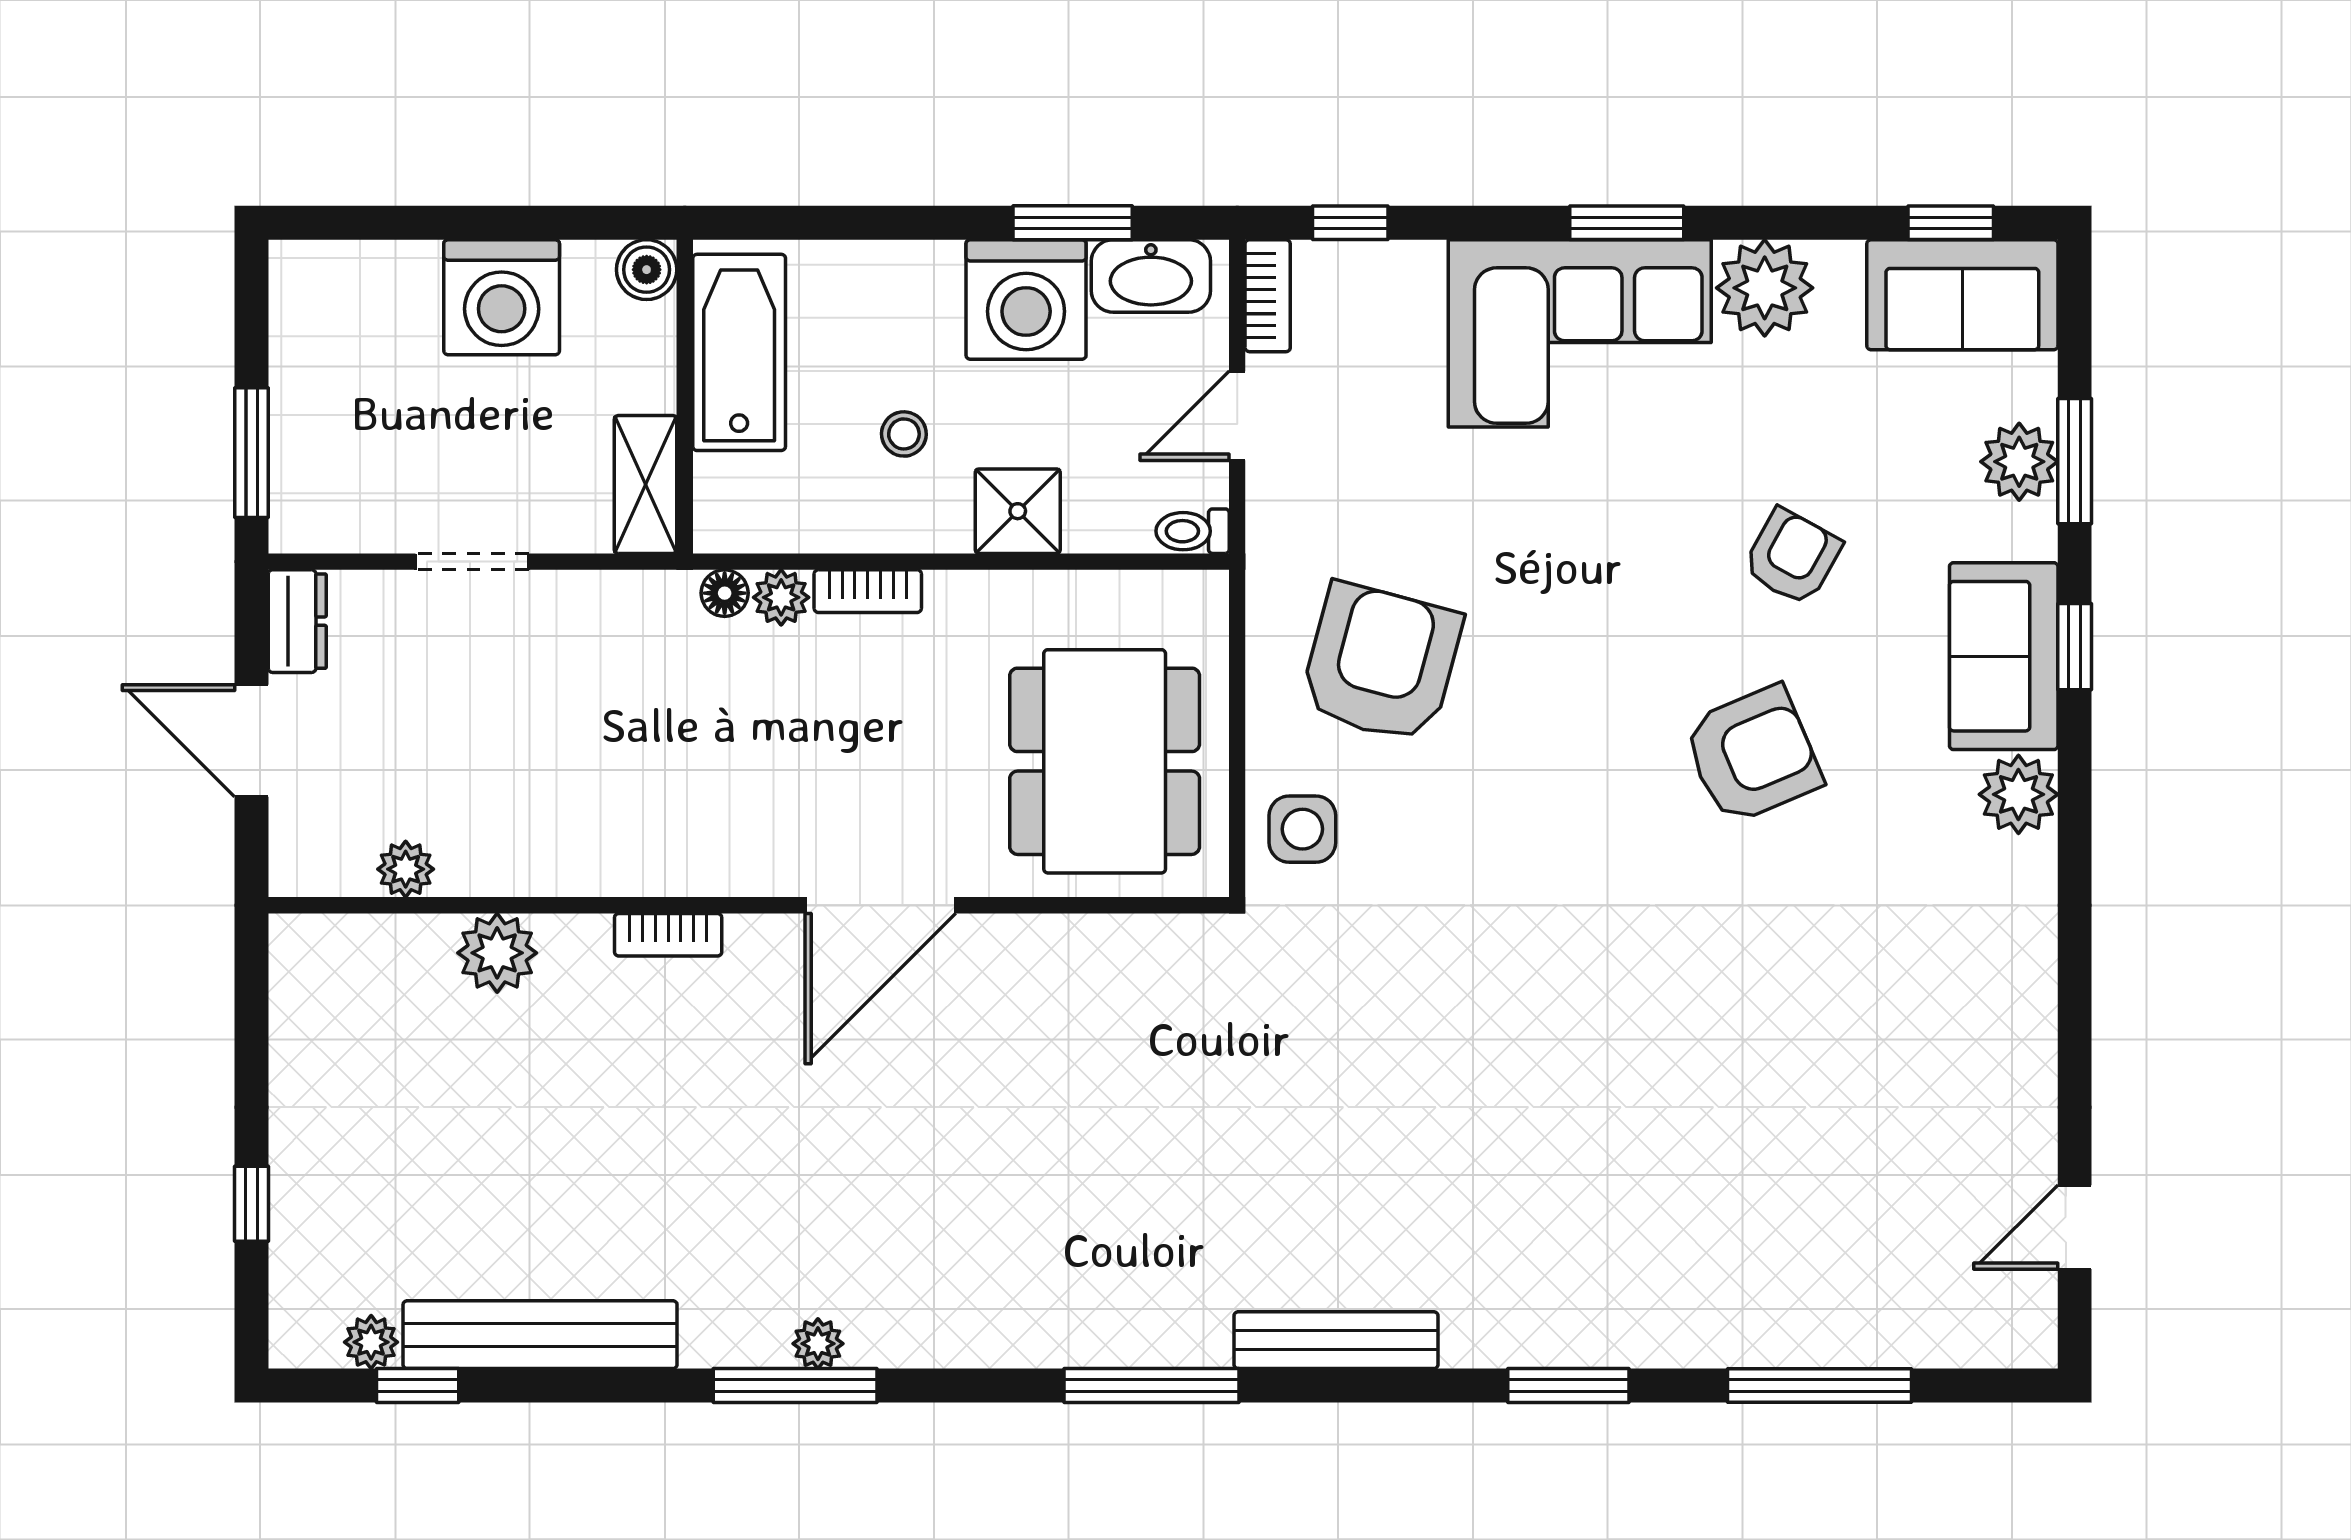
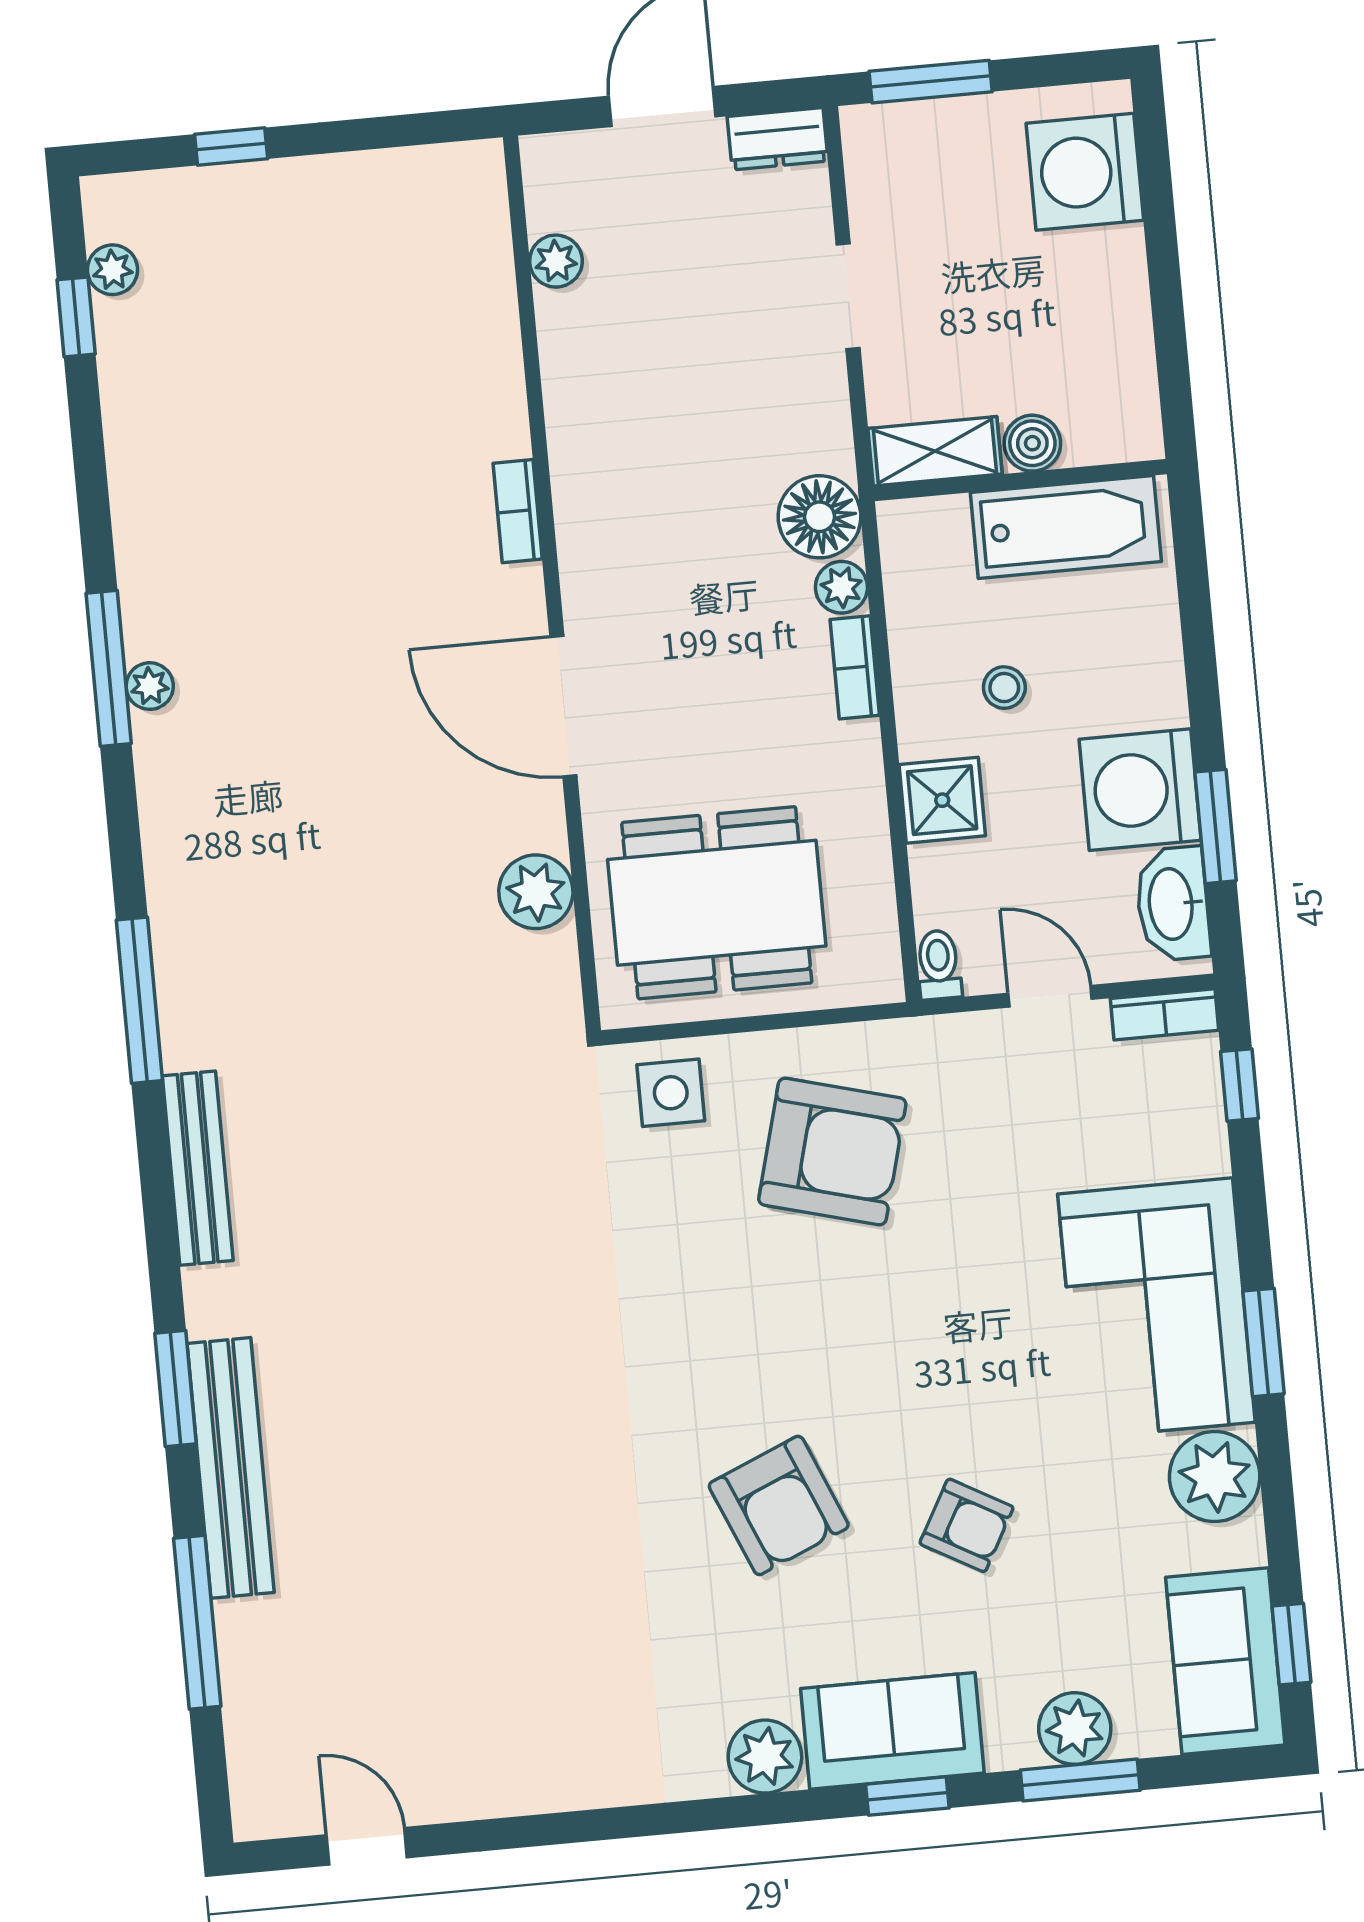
boiler: (647, 270) -> (1032, 443), moved
washing machine: (502, 297) -> (1085, 172), moved
floor lamp: (725, 593) -> (819, 517), width x1.89, depth x1.89
plant: (497, 953) -> (536, 892), moved
bench: (540, 1335) -> (231, 1468), moved

